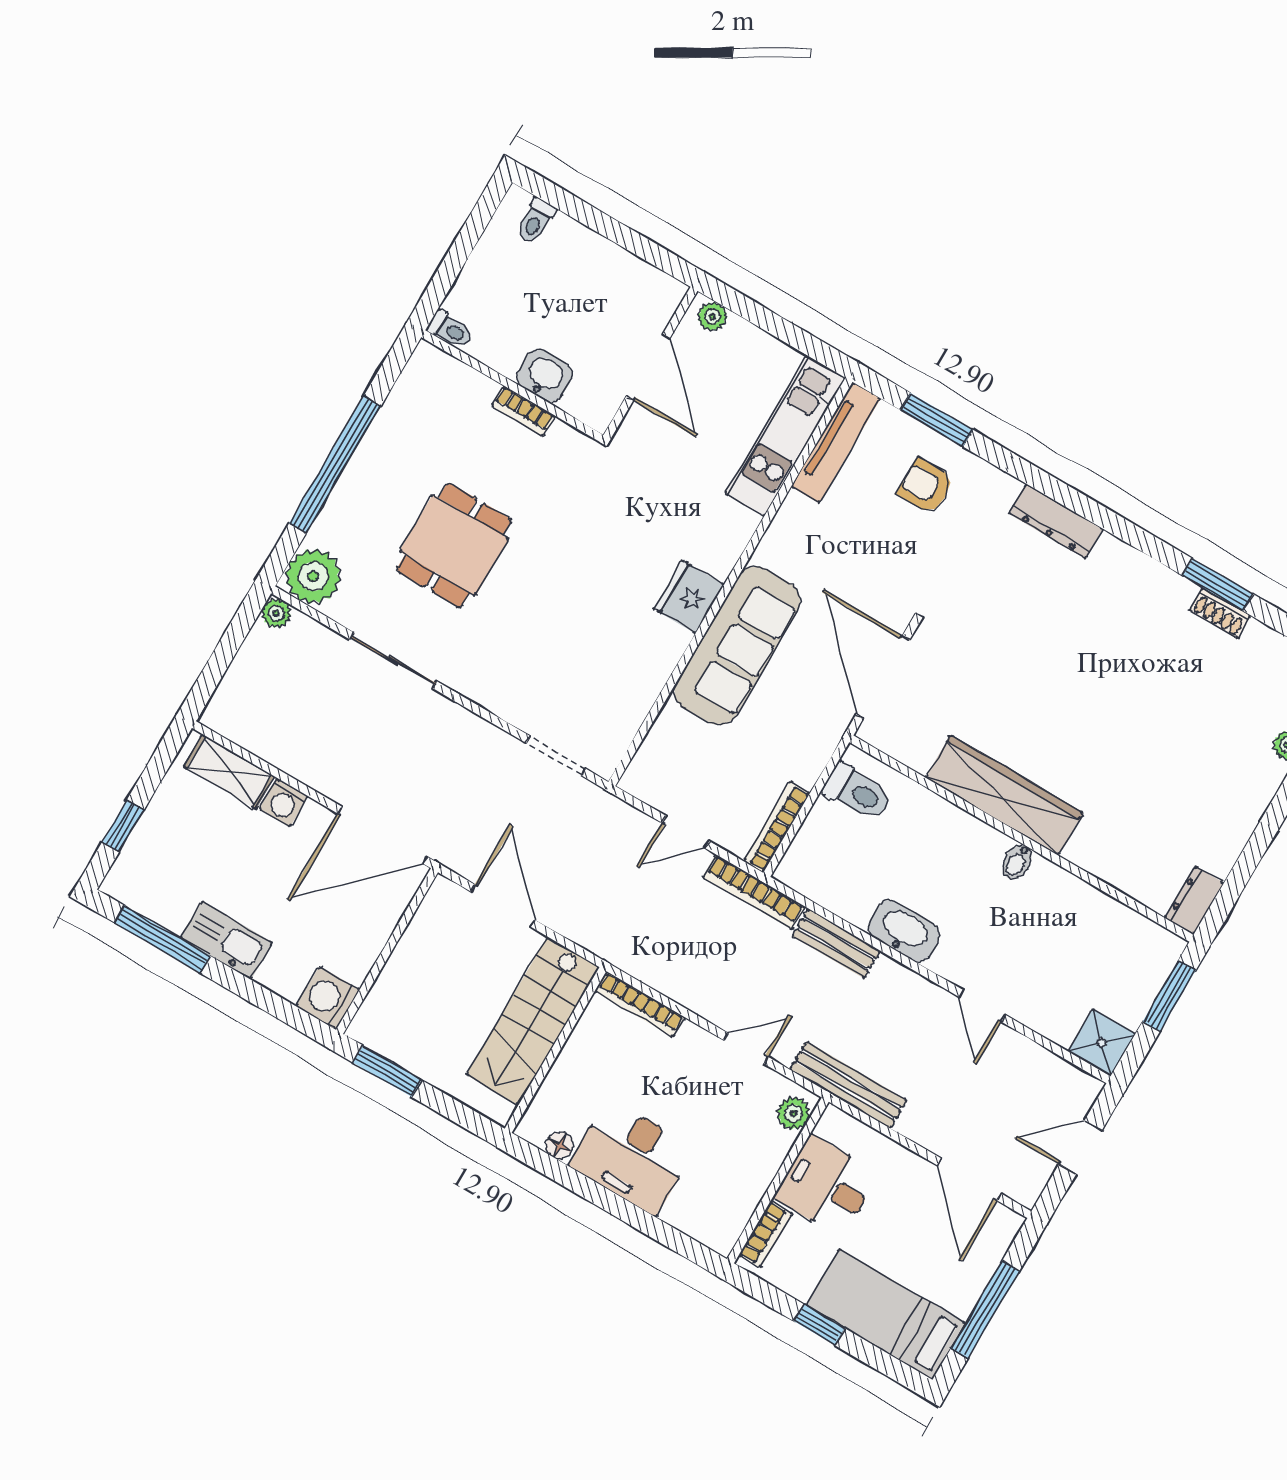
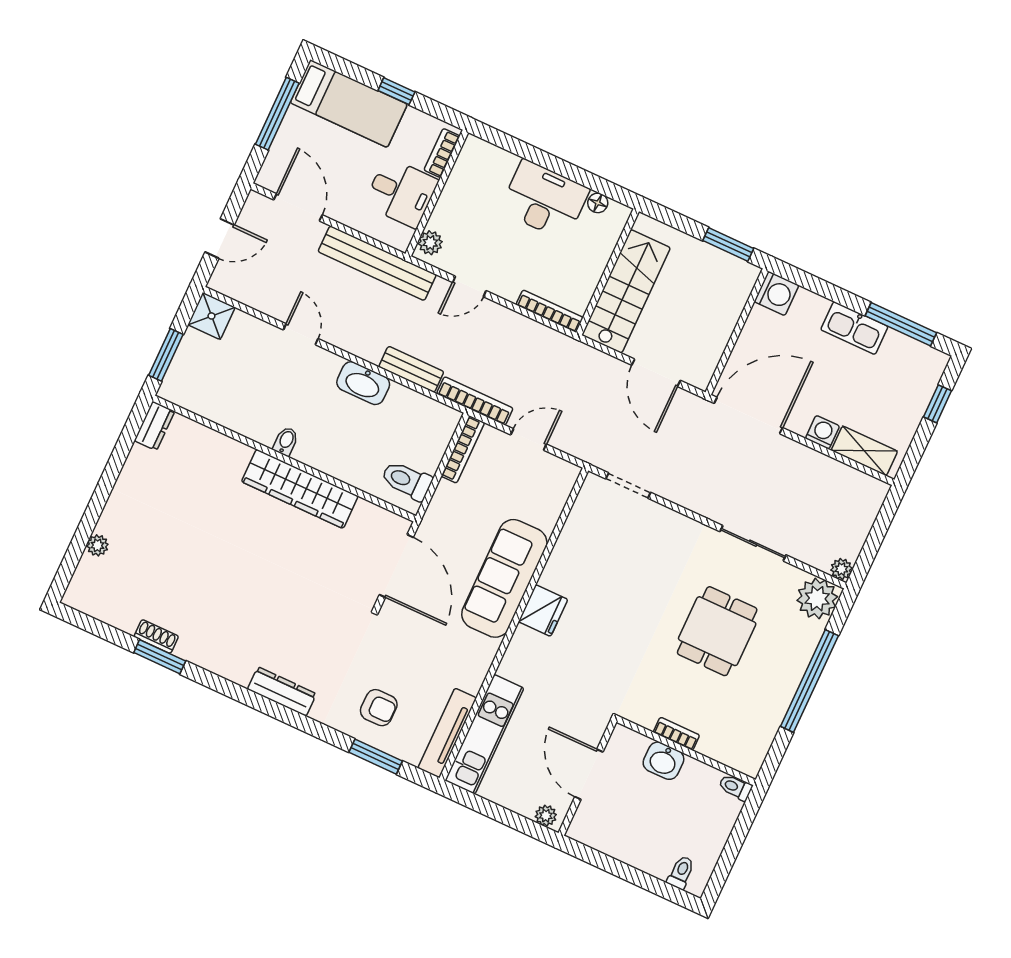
bench: (848, 1085) -> (377, 263), width x1.37, depth x1.21

